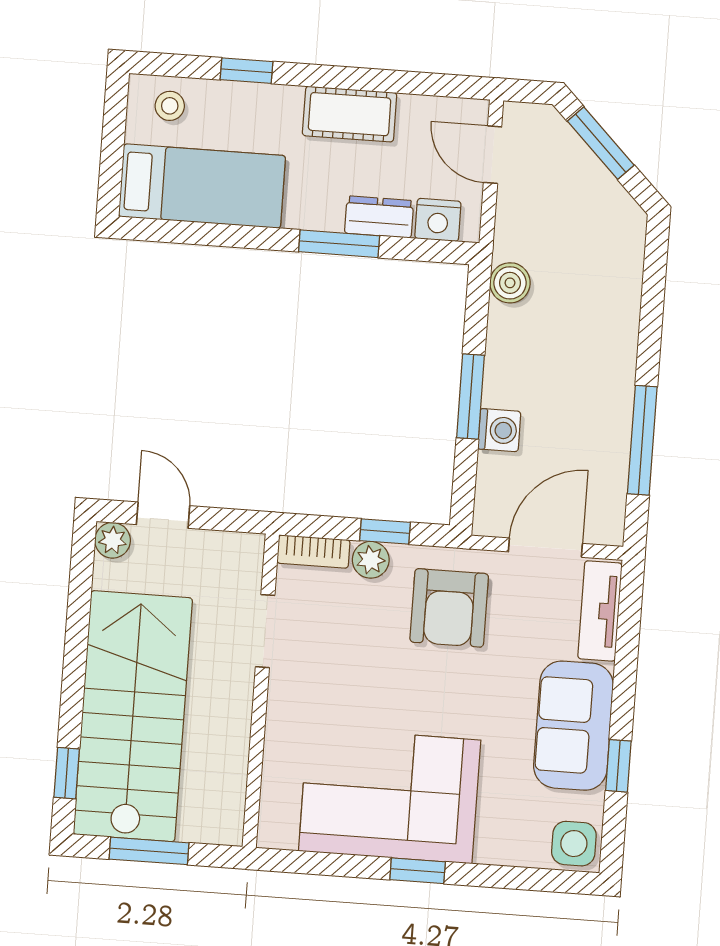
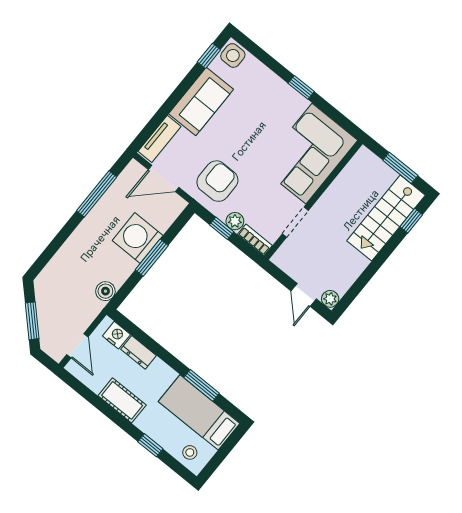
window: (339, 244) -> (202, 385), moved
washing machine: (499, 430) -> (138, 238), width x1.89, depth x1.89
stairs: (133, 716) -> (386, 218), width x0.73, depth x0.66
window: (618, 766) -> (209, 56), moved
corner sofa: (390, 796) -> (309, 154), moved, turned 90

